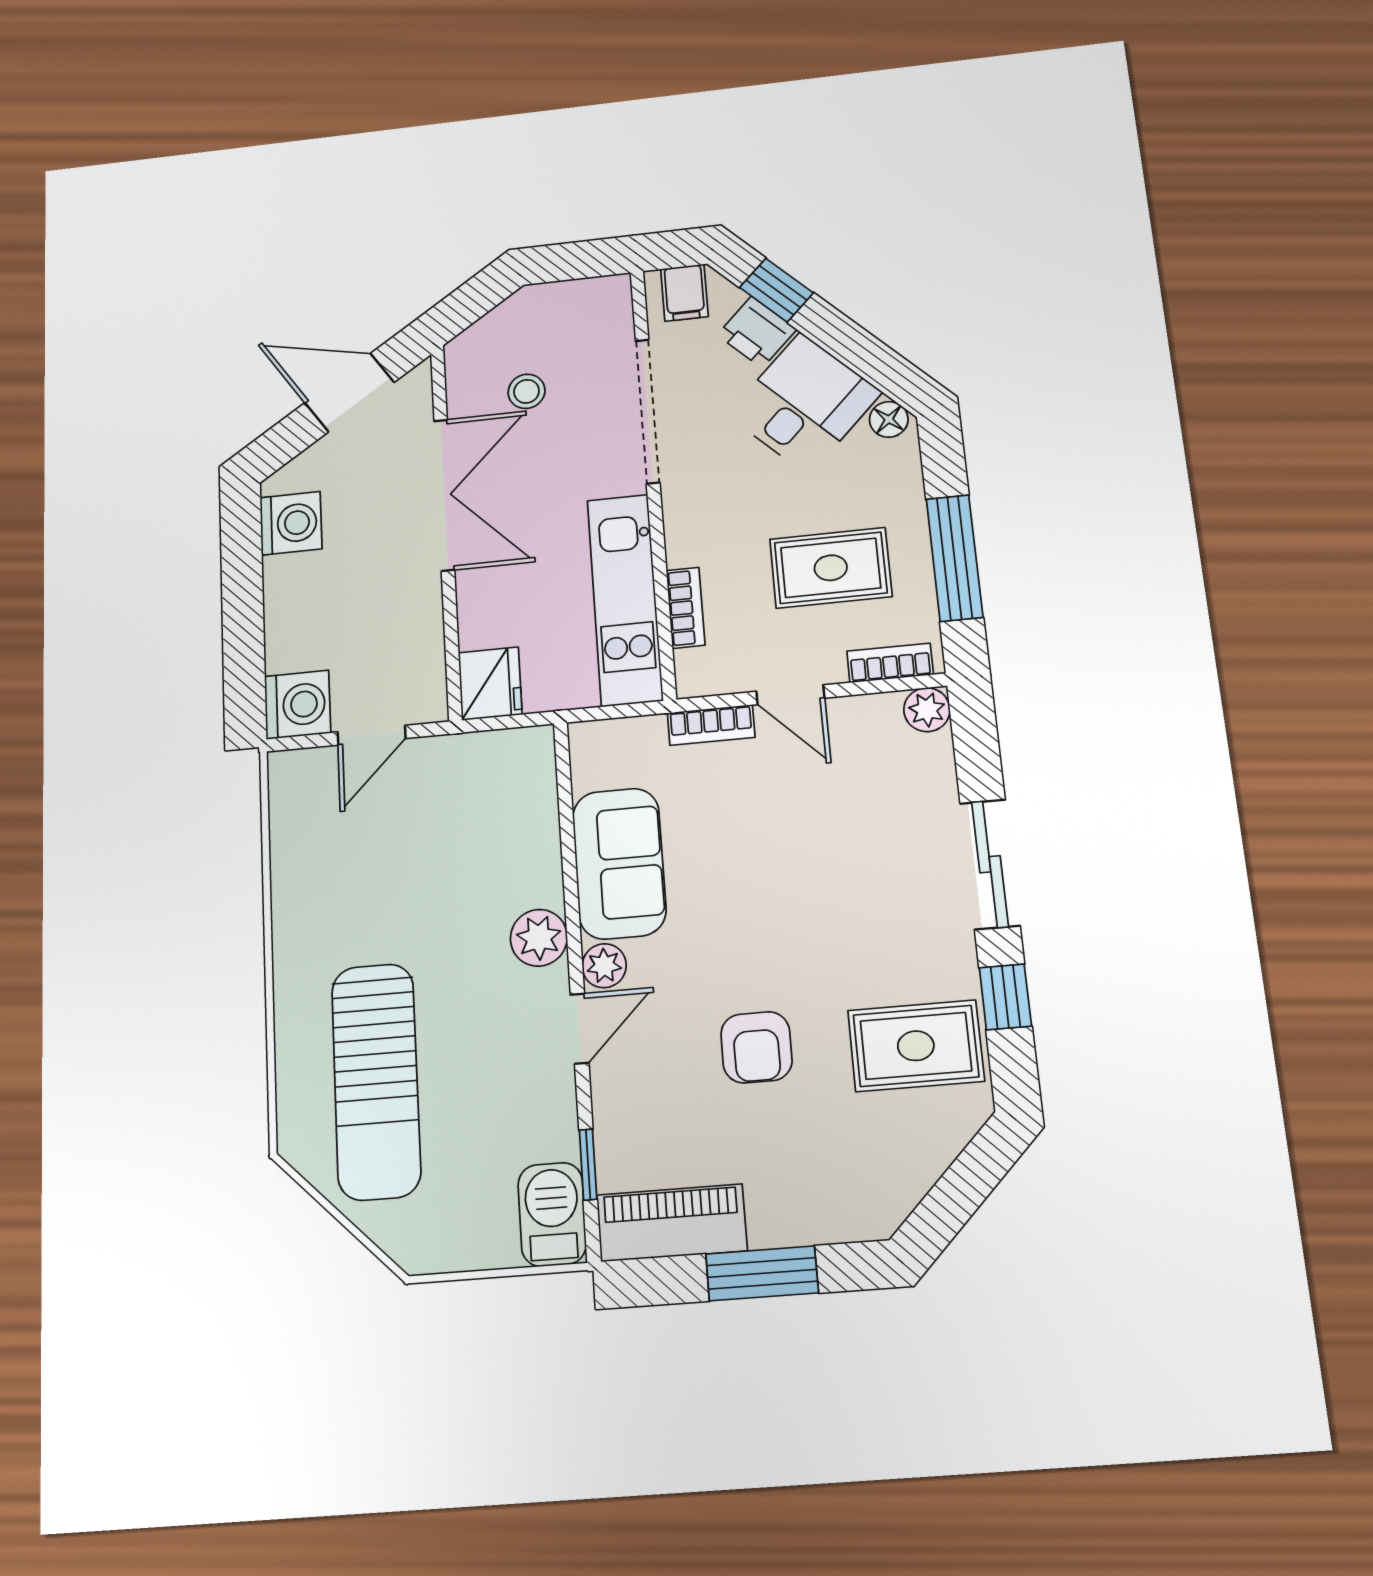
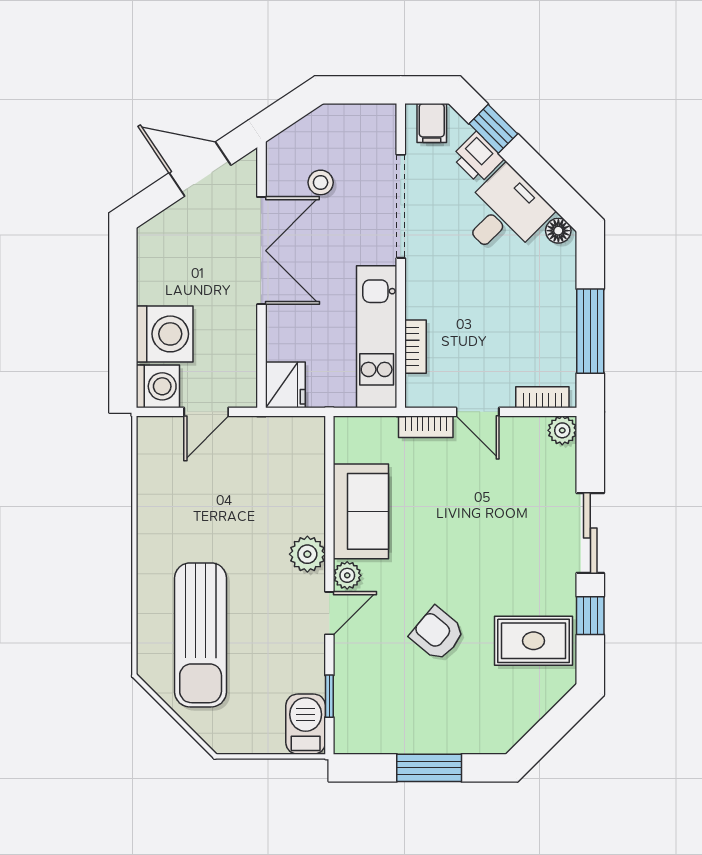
washing machine: (291, 523) -> (165, 334), moved, width x1.37, depth x1.37
rug: (831, 568) -> (511, 329), removed
armchair: (756, 1047) -> (437, 634), turned 130
piano: (672, 1223) -> (378, 735), removed

